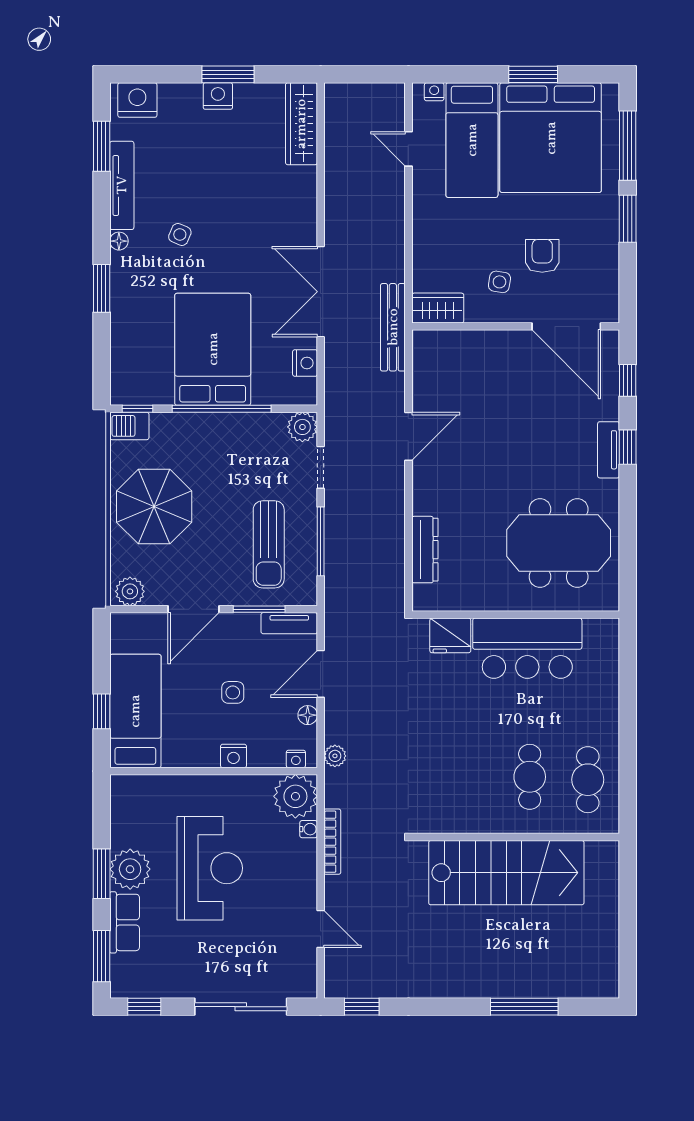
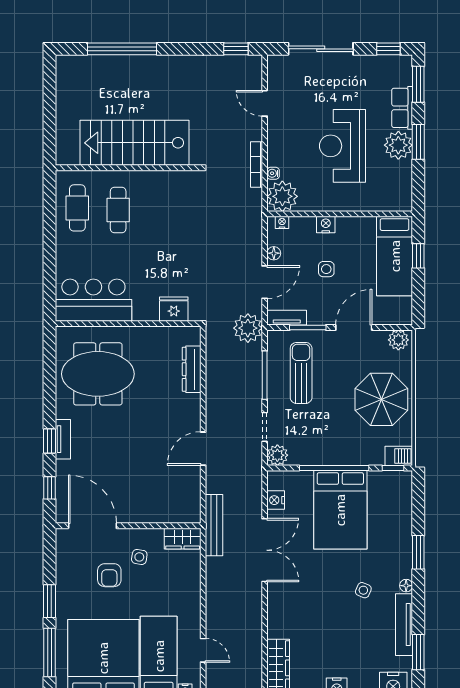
bar counter: (527, 648) -> (93, 300), moved
plant: (335, 756) -> (248, 328), moved, width x1.87, depth x1.87
window: (524, 1007) -> (122, 49), width x1.46

